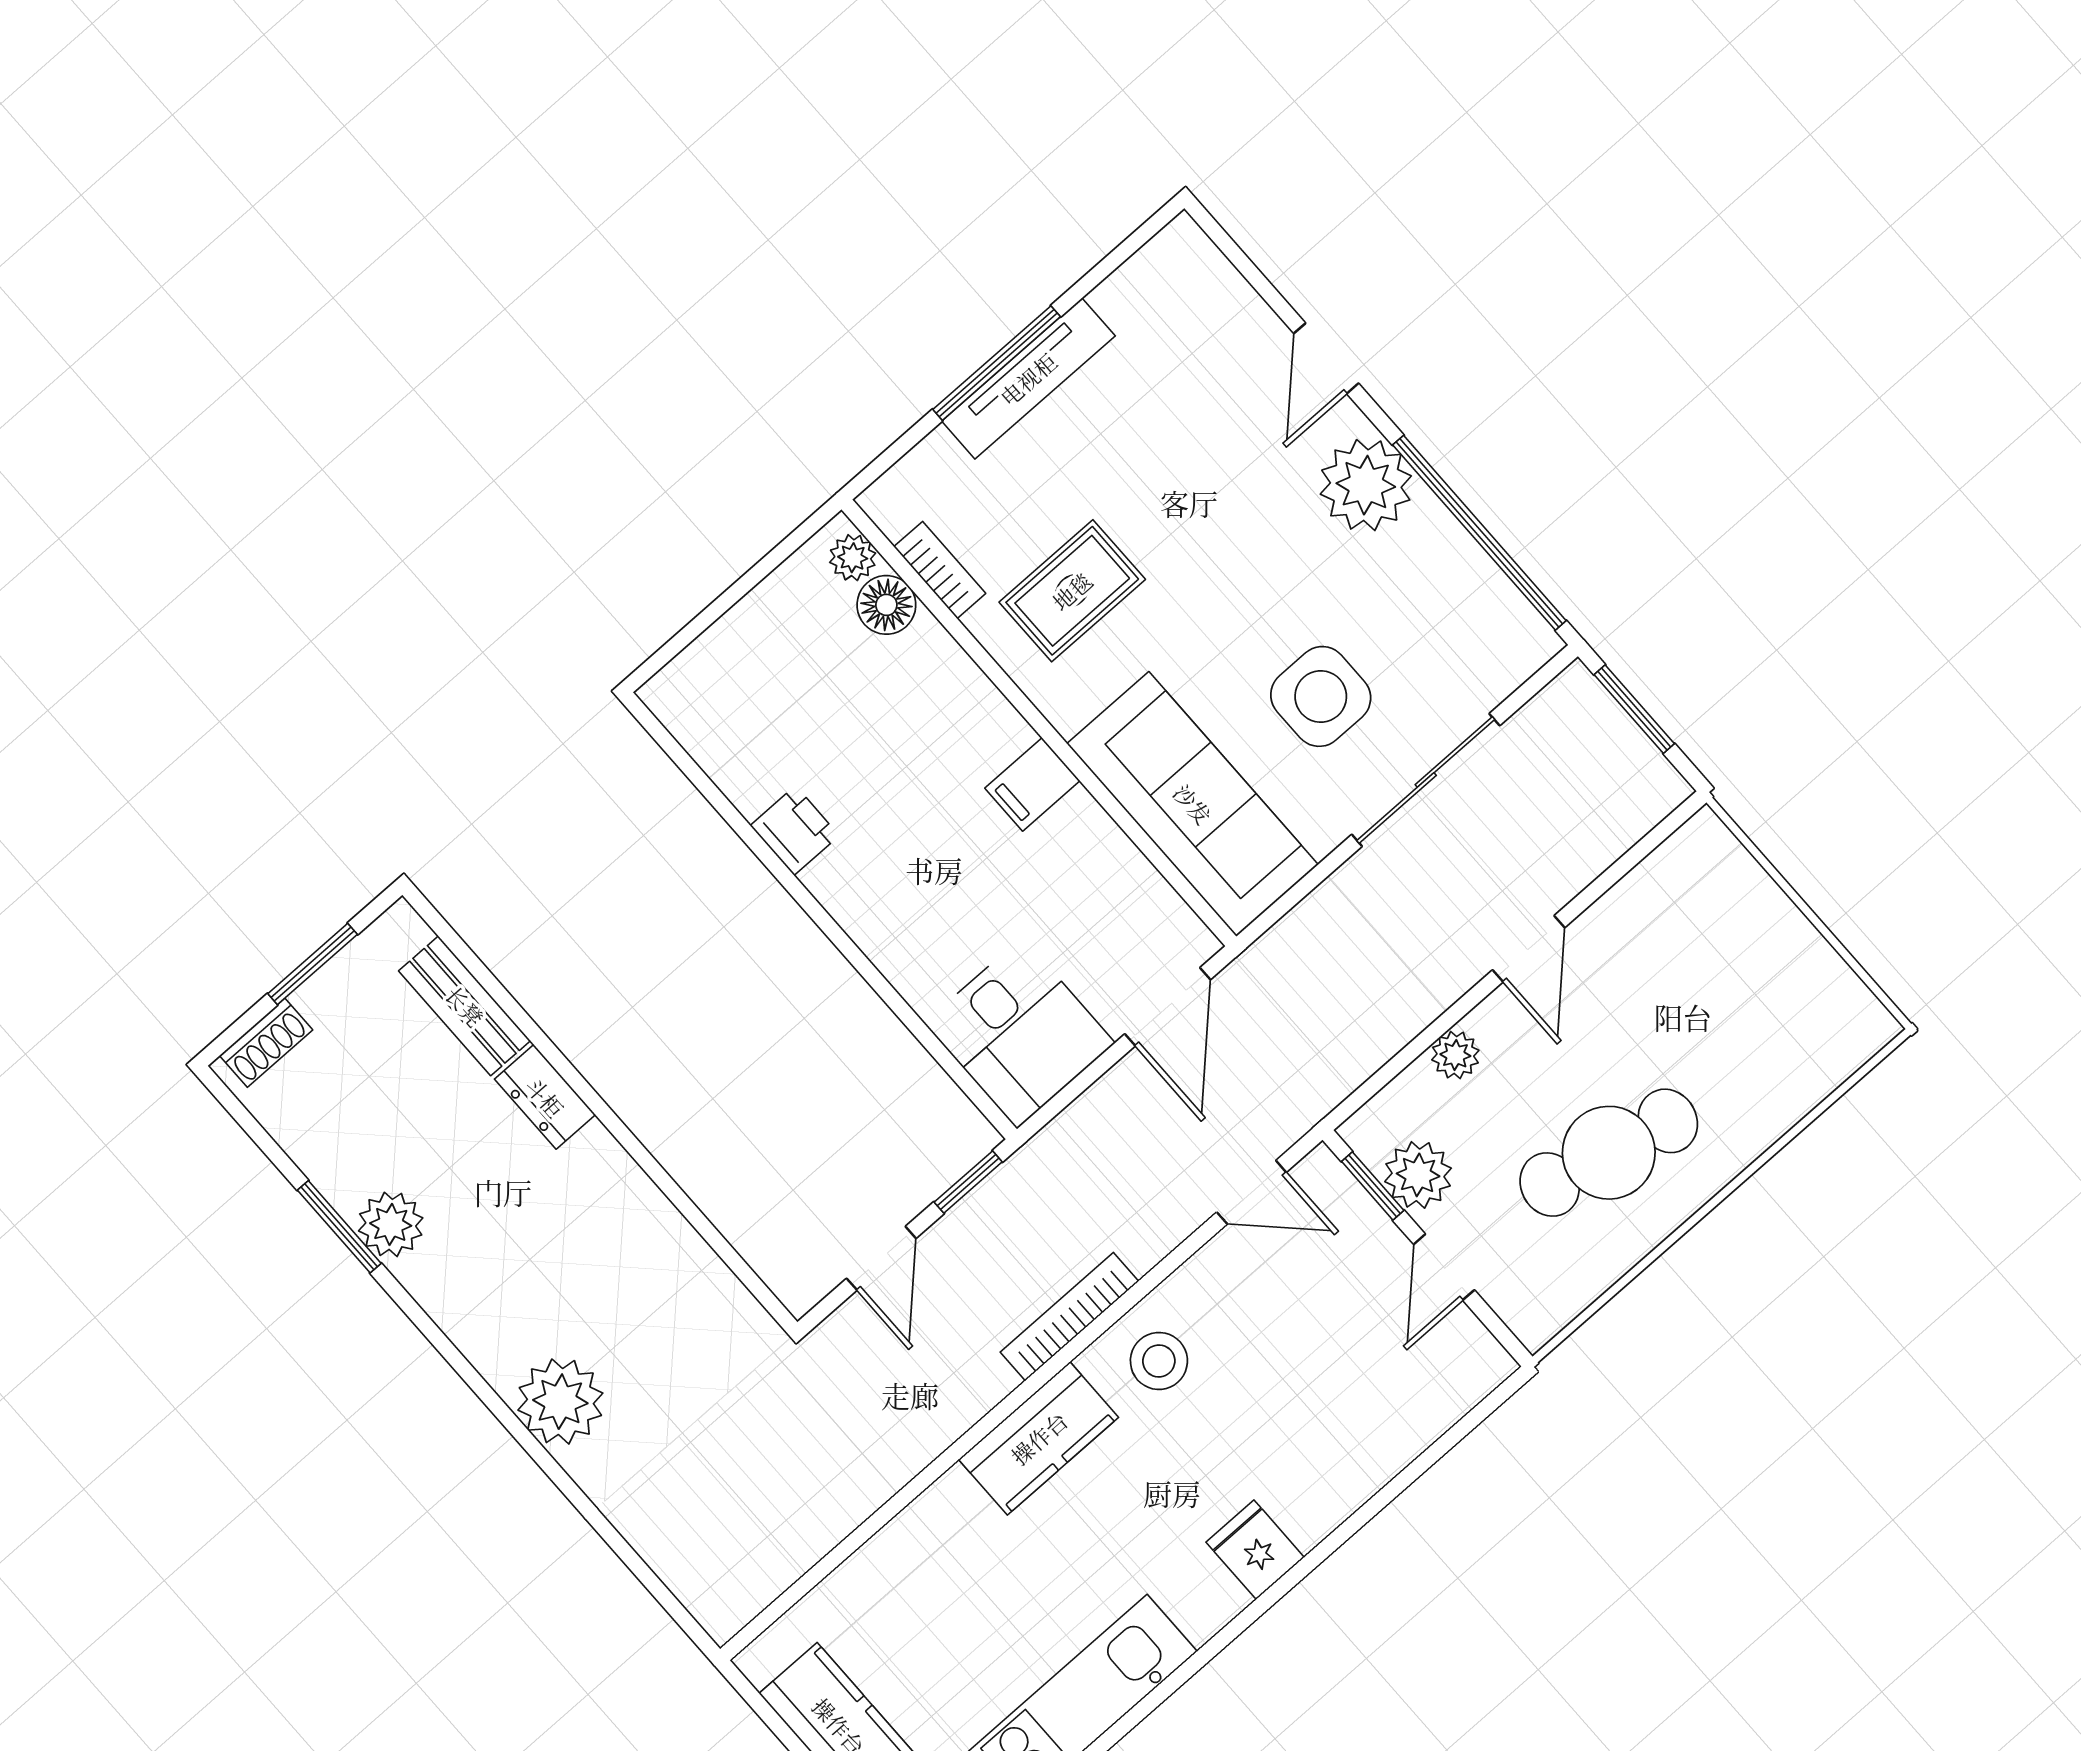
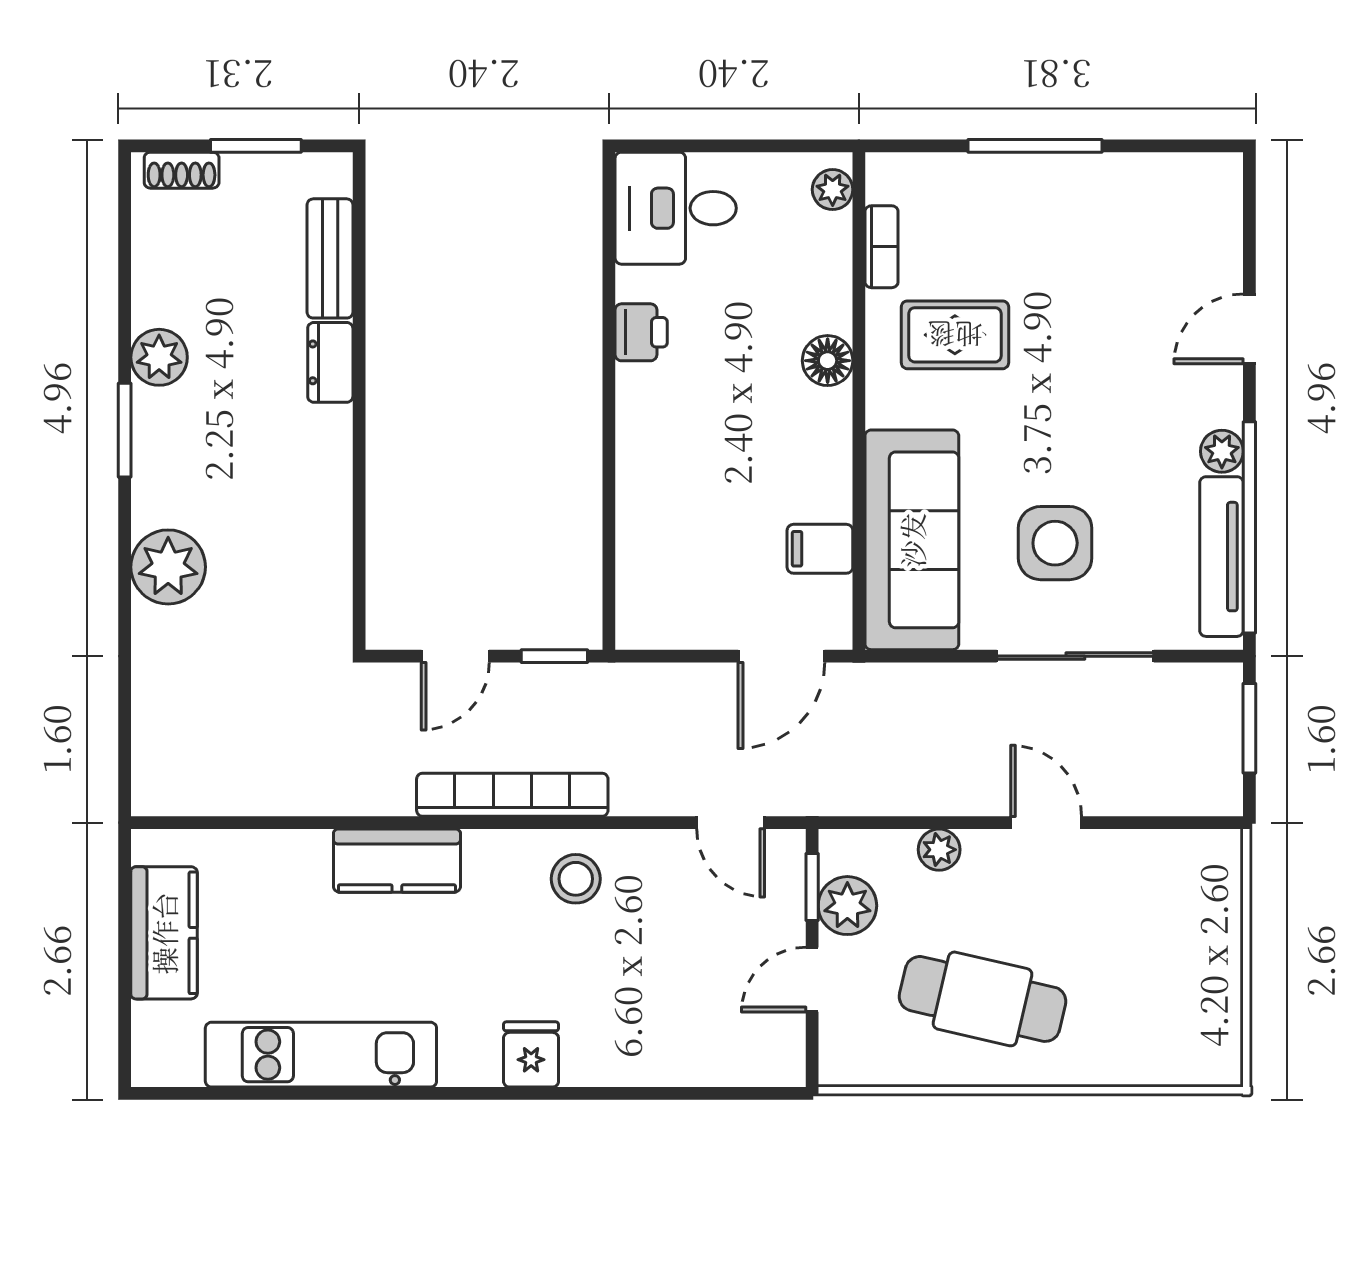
tv unit: (1028, 379) -> (1222, 557), moved, turned 90
plant: (1366, 485) -> (1222, 451), width x0.53, depth x0.53
floor lamp: (886, 605) -> (828, 361), moved
filing cabinet: (1032, 784) -> (820, 549), moved
door: (1529, 949) -> (1046, 823), swing flipped
desk: (1019, 1033) -> (676, 208), moved, turned 90
window: (339, 1227) -> (125, 430), moved
bookcase: (1070, 1317) -> (512, 795), width x1.48, depth x1.31
kitchen counter: (1039, 1438) -> (397, 861), moved

